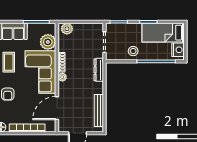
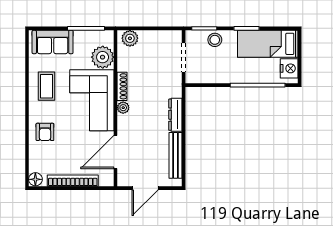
stool: (133, 51) -> (215, 40), moved
dresser: (99, 70) -> (175, 115), moved

